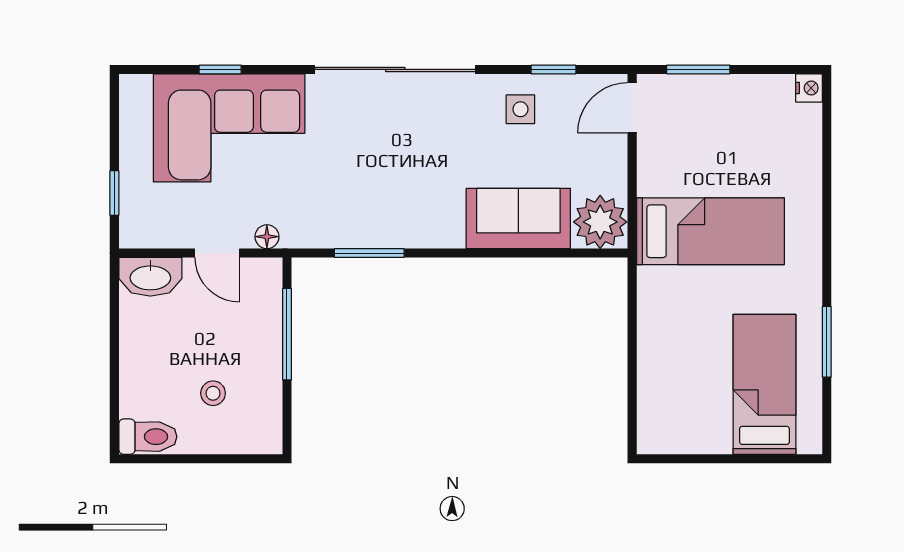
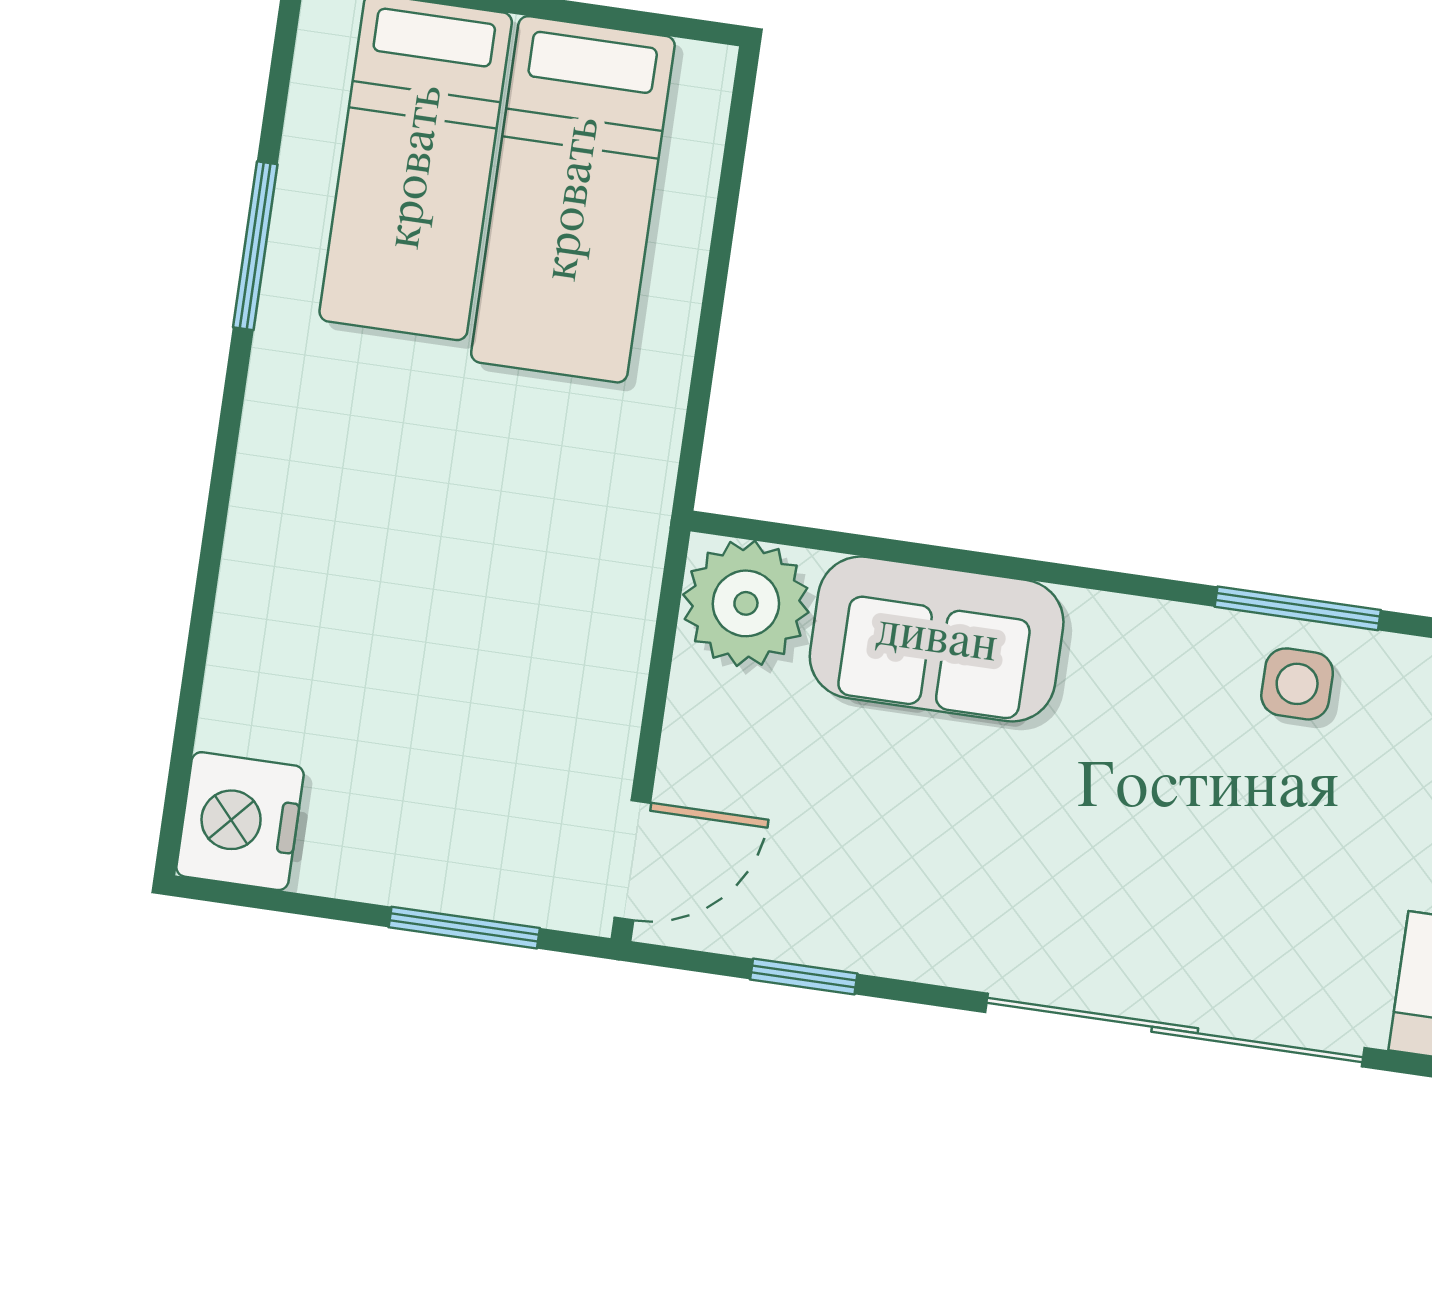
nightstand: (809, 88) -> (240, 821), width x1.89, depth x1.79
side table: (520, 109) -> (1297, 684), moved
bed: (710, 231) -> (573, 199), moved, turned -90

